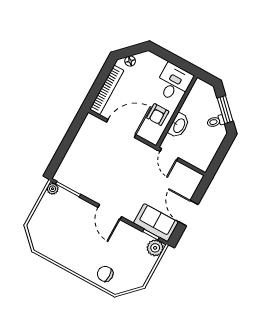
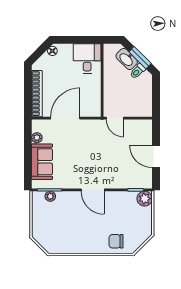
floor lamp: (130, 61) -> (52, 51), moved
armchair: (158, 115) -> (88, 91), removed
washbasin: (179, 125) -> (127, 59), moved, turned 135
plant: (83, 132) -> (37, 138), added
plant: (53, 189) -> (50, 196), moved
sofa: (156, 223) -> (42, 162), moved, turned 90

